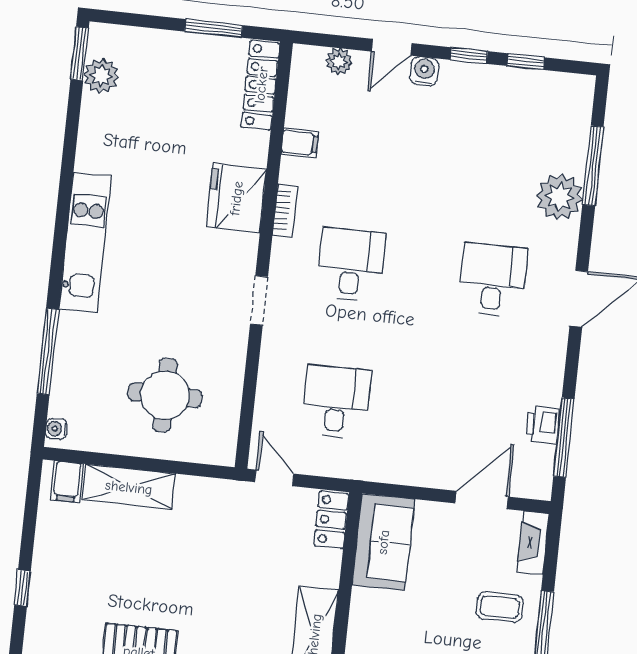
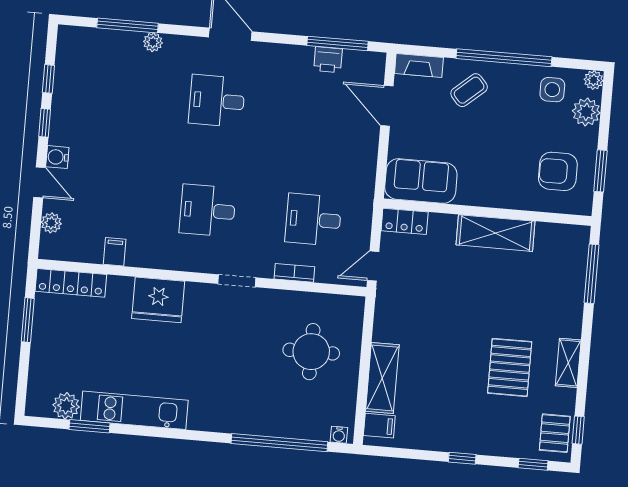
window: (80, 54) -> (89, 426), moved
plant: (560, 197) -> (153, 42), width x0.53, depth x0.53
bookcase: (285, 211) -> (294, 273), moved
kitchen unit: (85, 242) -> (134, 410), moved
window: (48, 351) -> (279, 443), width x1.46
coffee table: (500, 607) -> (469, 90), turned 49

